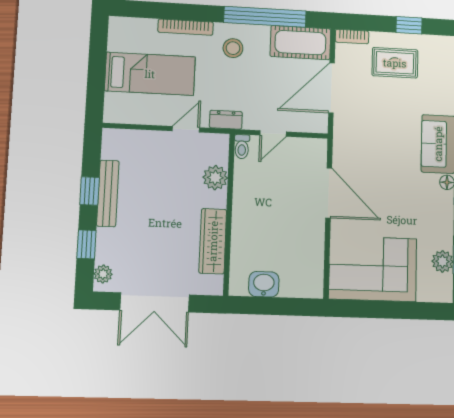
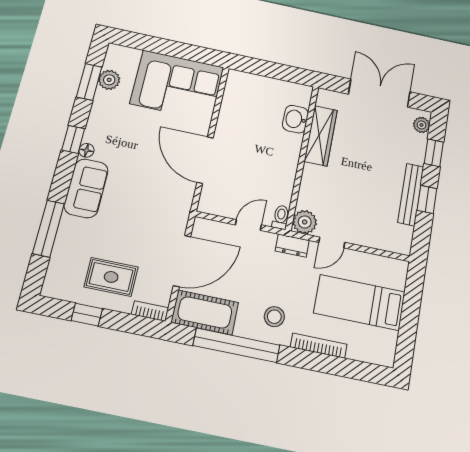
plant: (215, 178) -> (305, 222), moved
washbasin: (264, 284) -> (295, 119), moved, turned 90

